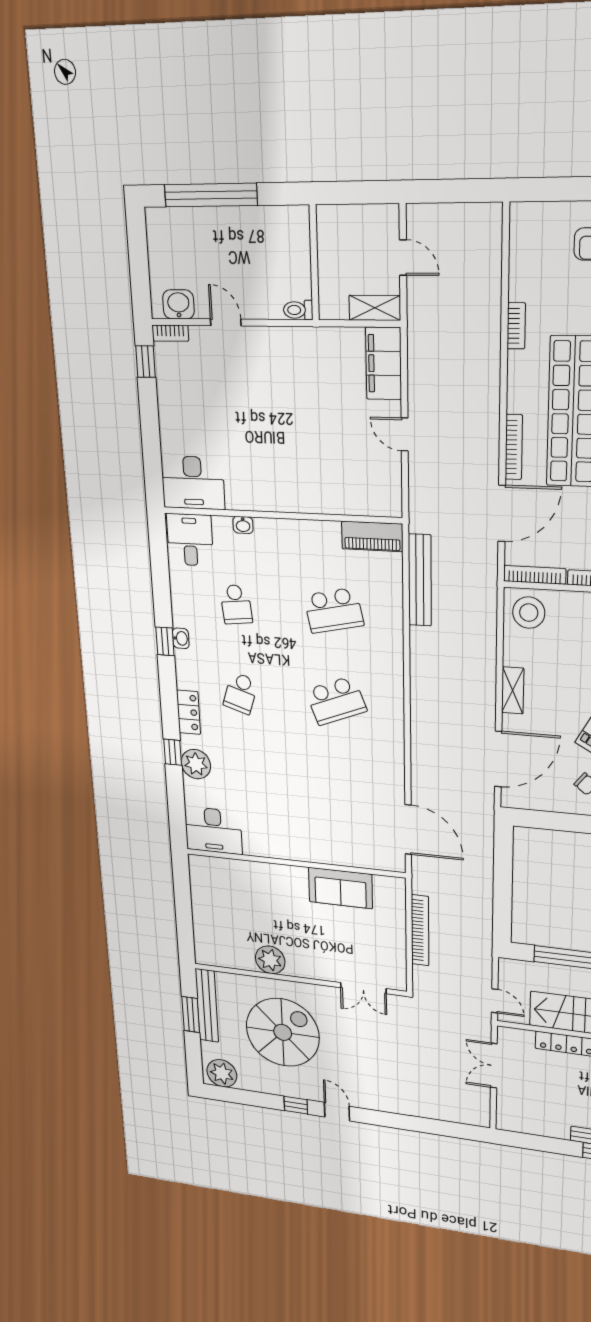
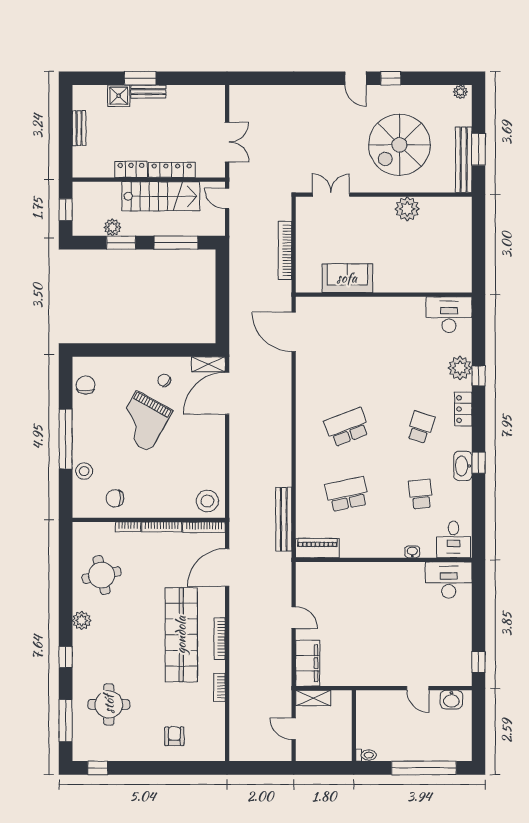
toilet: (298, 310) -> (366, 755), moved
bookcase: (170, 333) -> (459, 681), removed
bookcase: (514, 447) -> (220, 639), moved
washbasin: (181, 638) -> (463, 466), width x1.91, depth x1.45
shelving: (513, 690) -> (208, 364), moved, turned 90
plant: (222, 1073) -> (460, 92), width x0.53, depth x0.53

